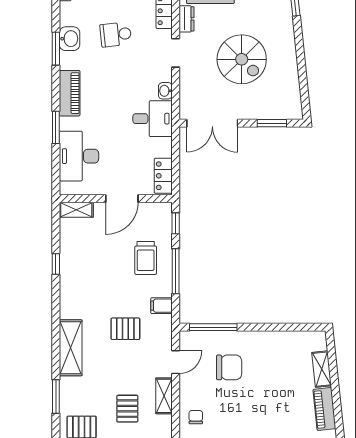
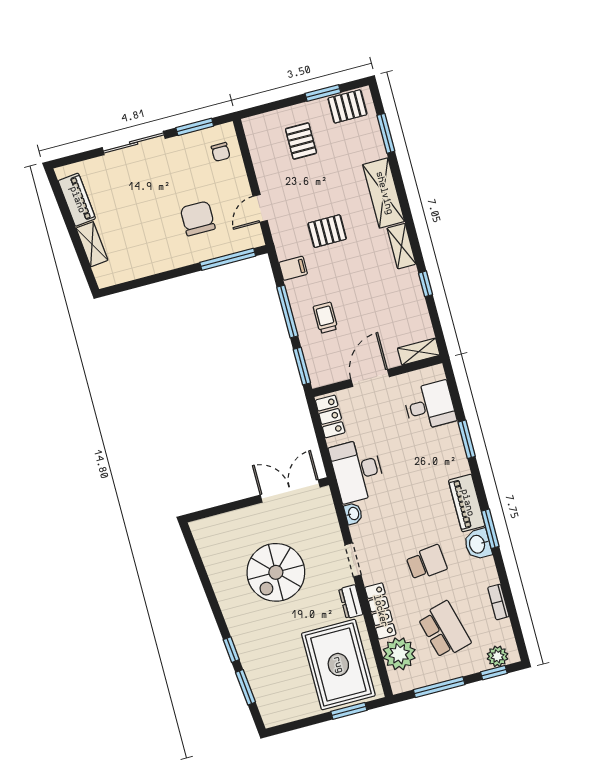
spiral stairs: (242, 59) -> (276, 572), turned -90
piano: (70, 93) -> (467, 503), moved
desk: (152, 119) -> (357, 470), width x1.37
window: (272, 123) -> (222, 509), removed
desk: (79, 156) -> (430, 406), width x0.73
window: (176, 223) -> (302, 366), width x1.50
trolley: (146, 258) -> (325, 318), width x0.73, depth x0.72
chair: (229, 367) -> (198, 218), turned 90
shelving: (164, 396) -> (401, 246), moved

